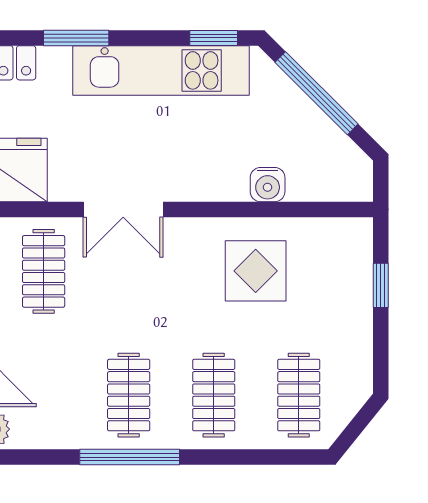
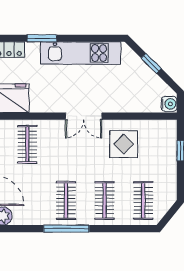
window: (214, 38) -> (104, 38), removed
window: (316, 93) -> (151, 63), width x0.46
water cooler: (268, 185) -> (169, 104), moved, turned -90
double door: (123, 209) -> (84, 116), moved

